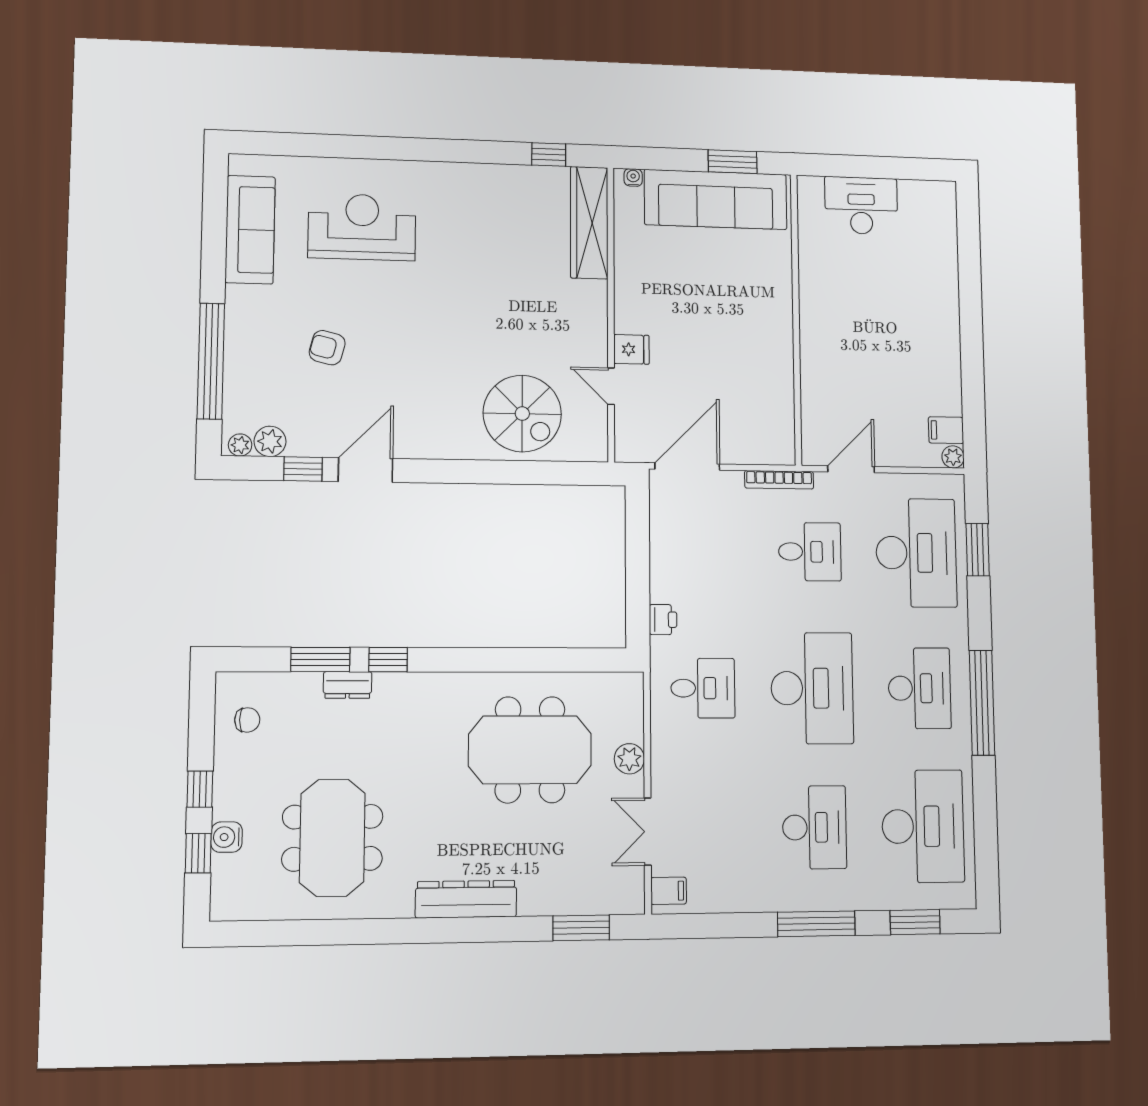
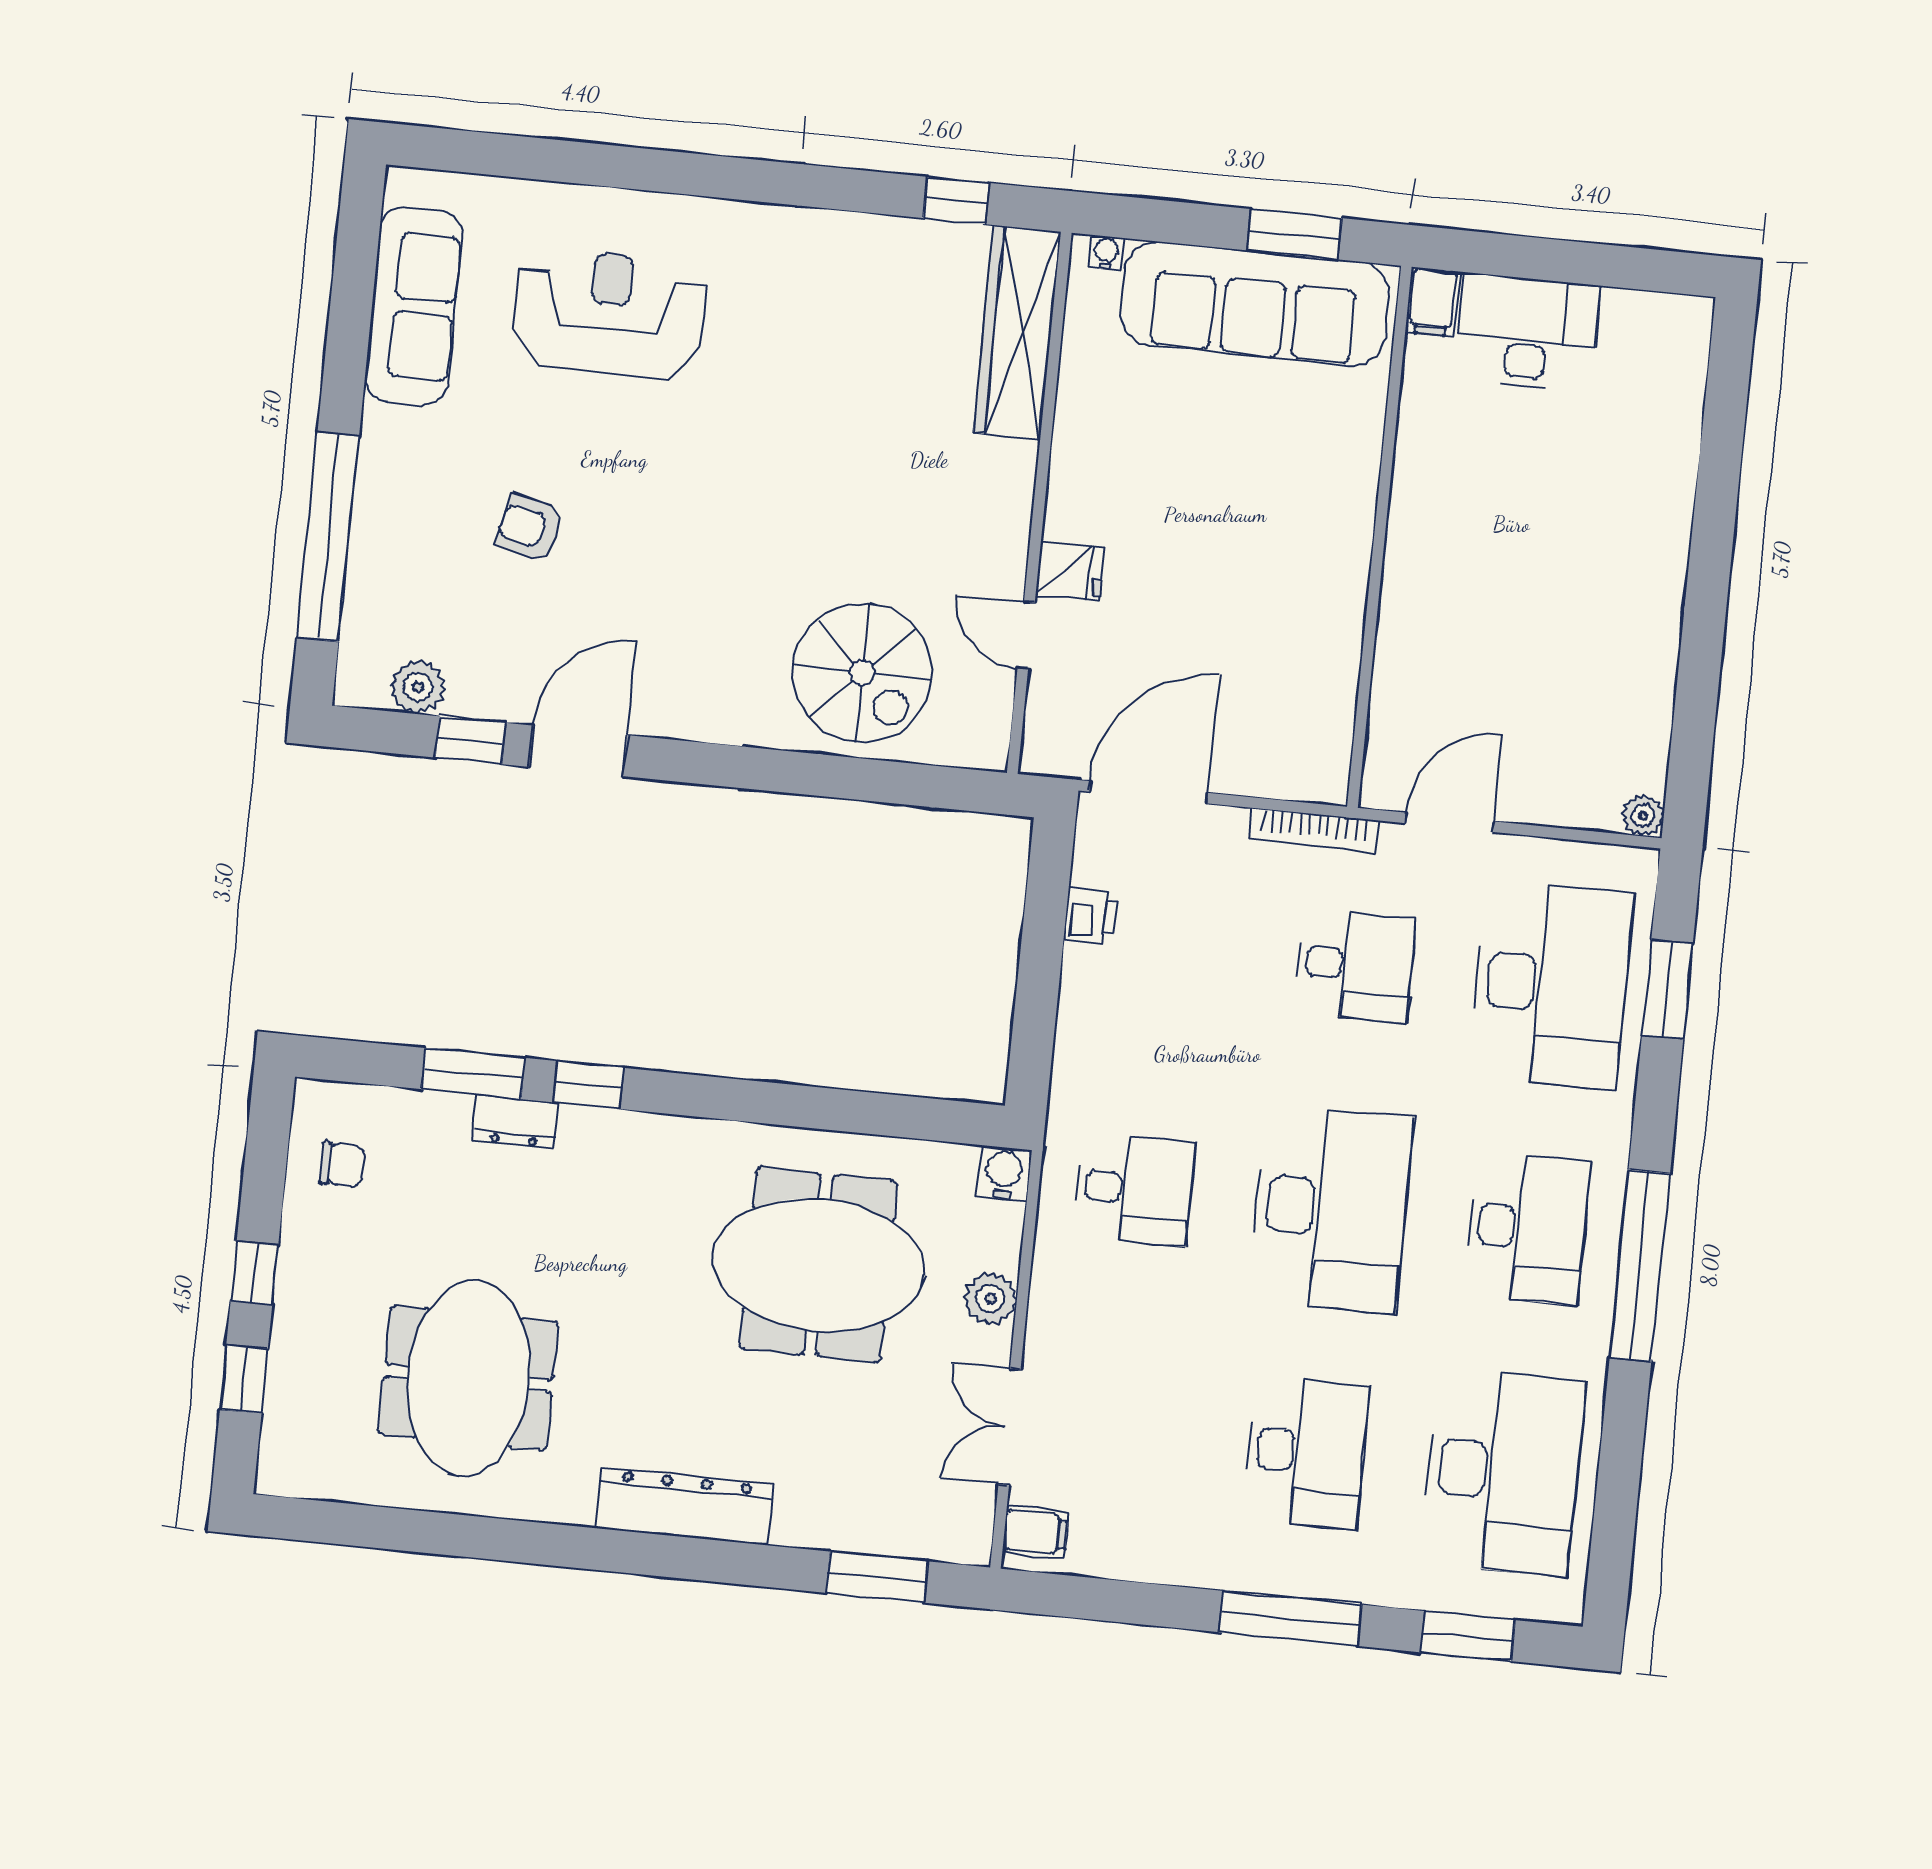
filing cabinet: (946, 430) -> (1433, 302), moved, turned -90
plant: (240, 445) -> (366, 689), removed
printer: (663, 620) -> (1090, 916), moved
water cooler: (227, 837) -> (1004, 1173), moved, turned 90

